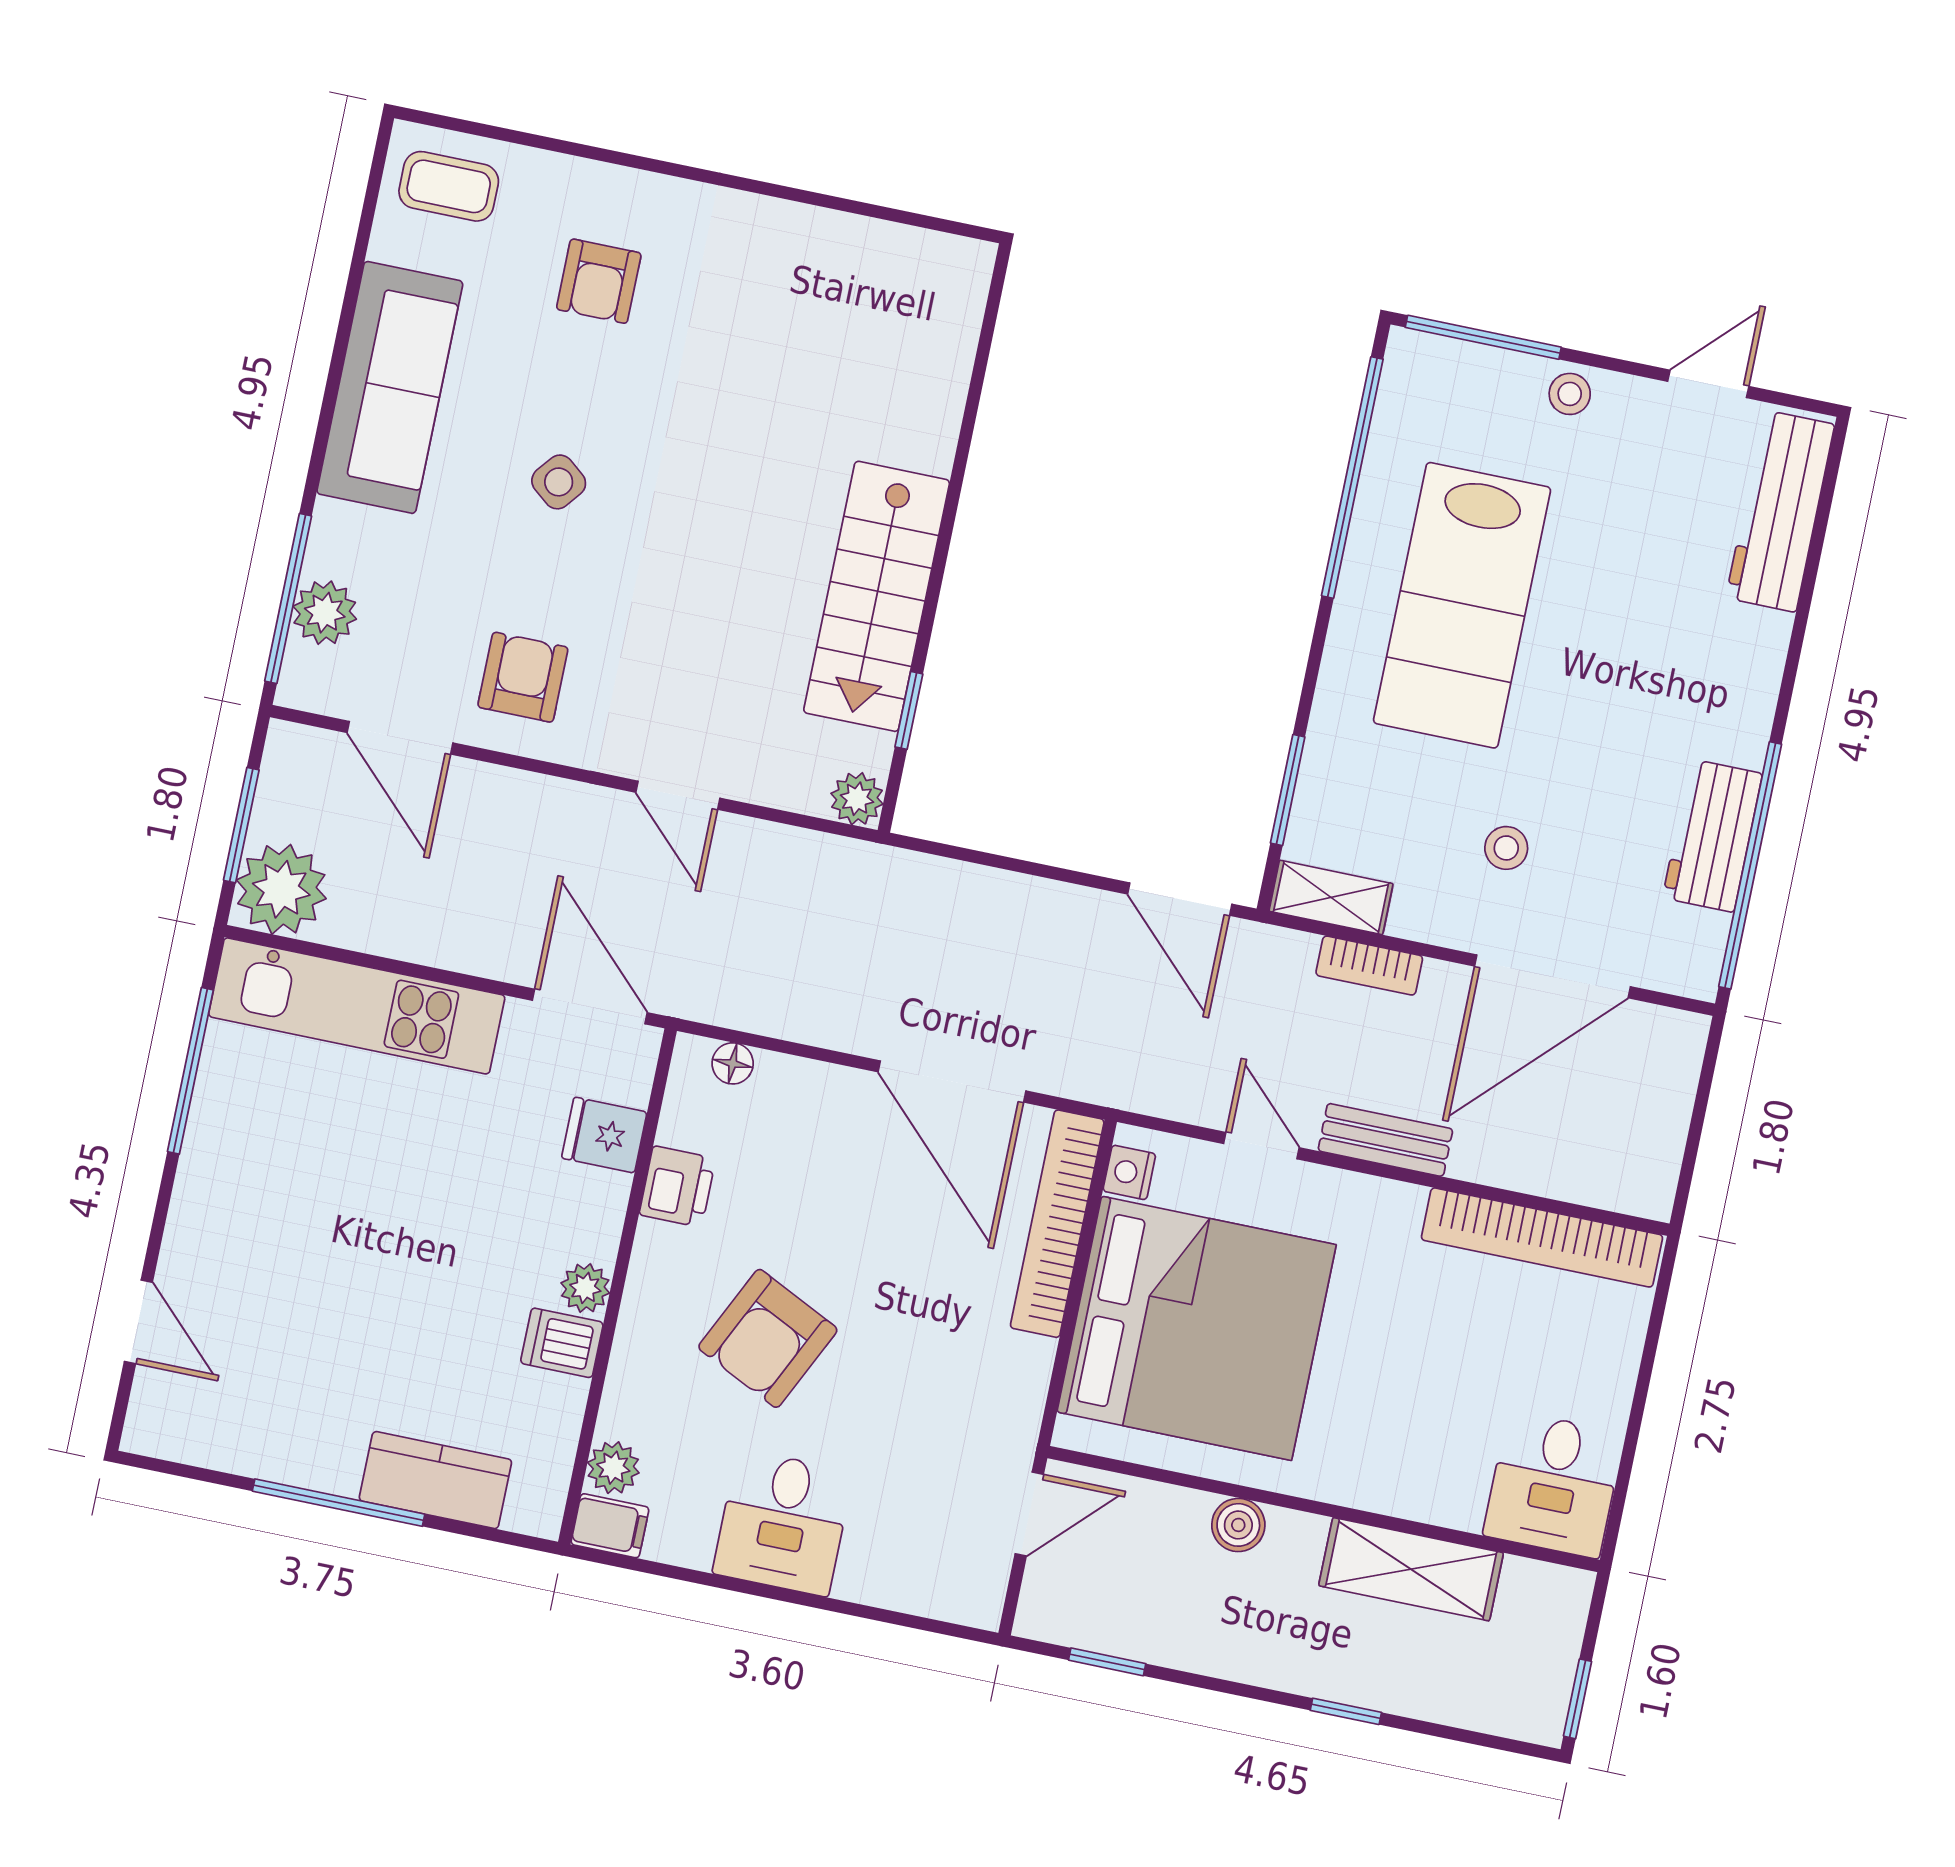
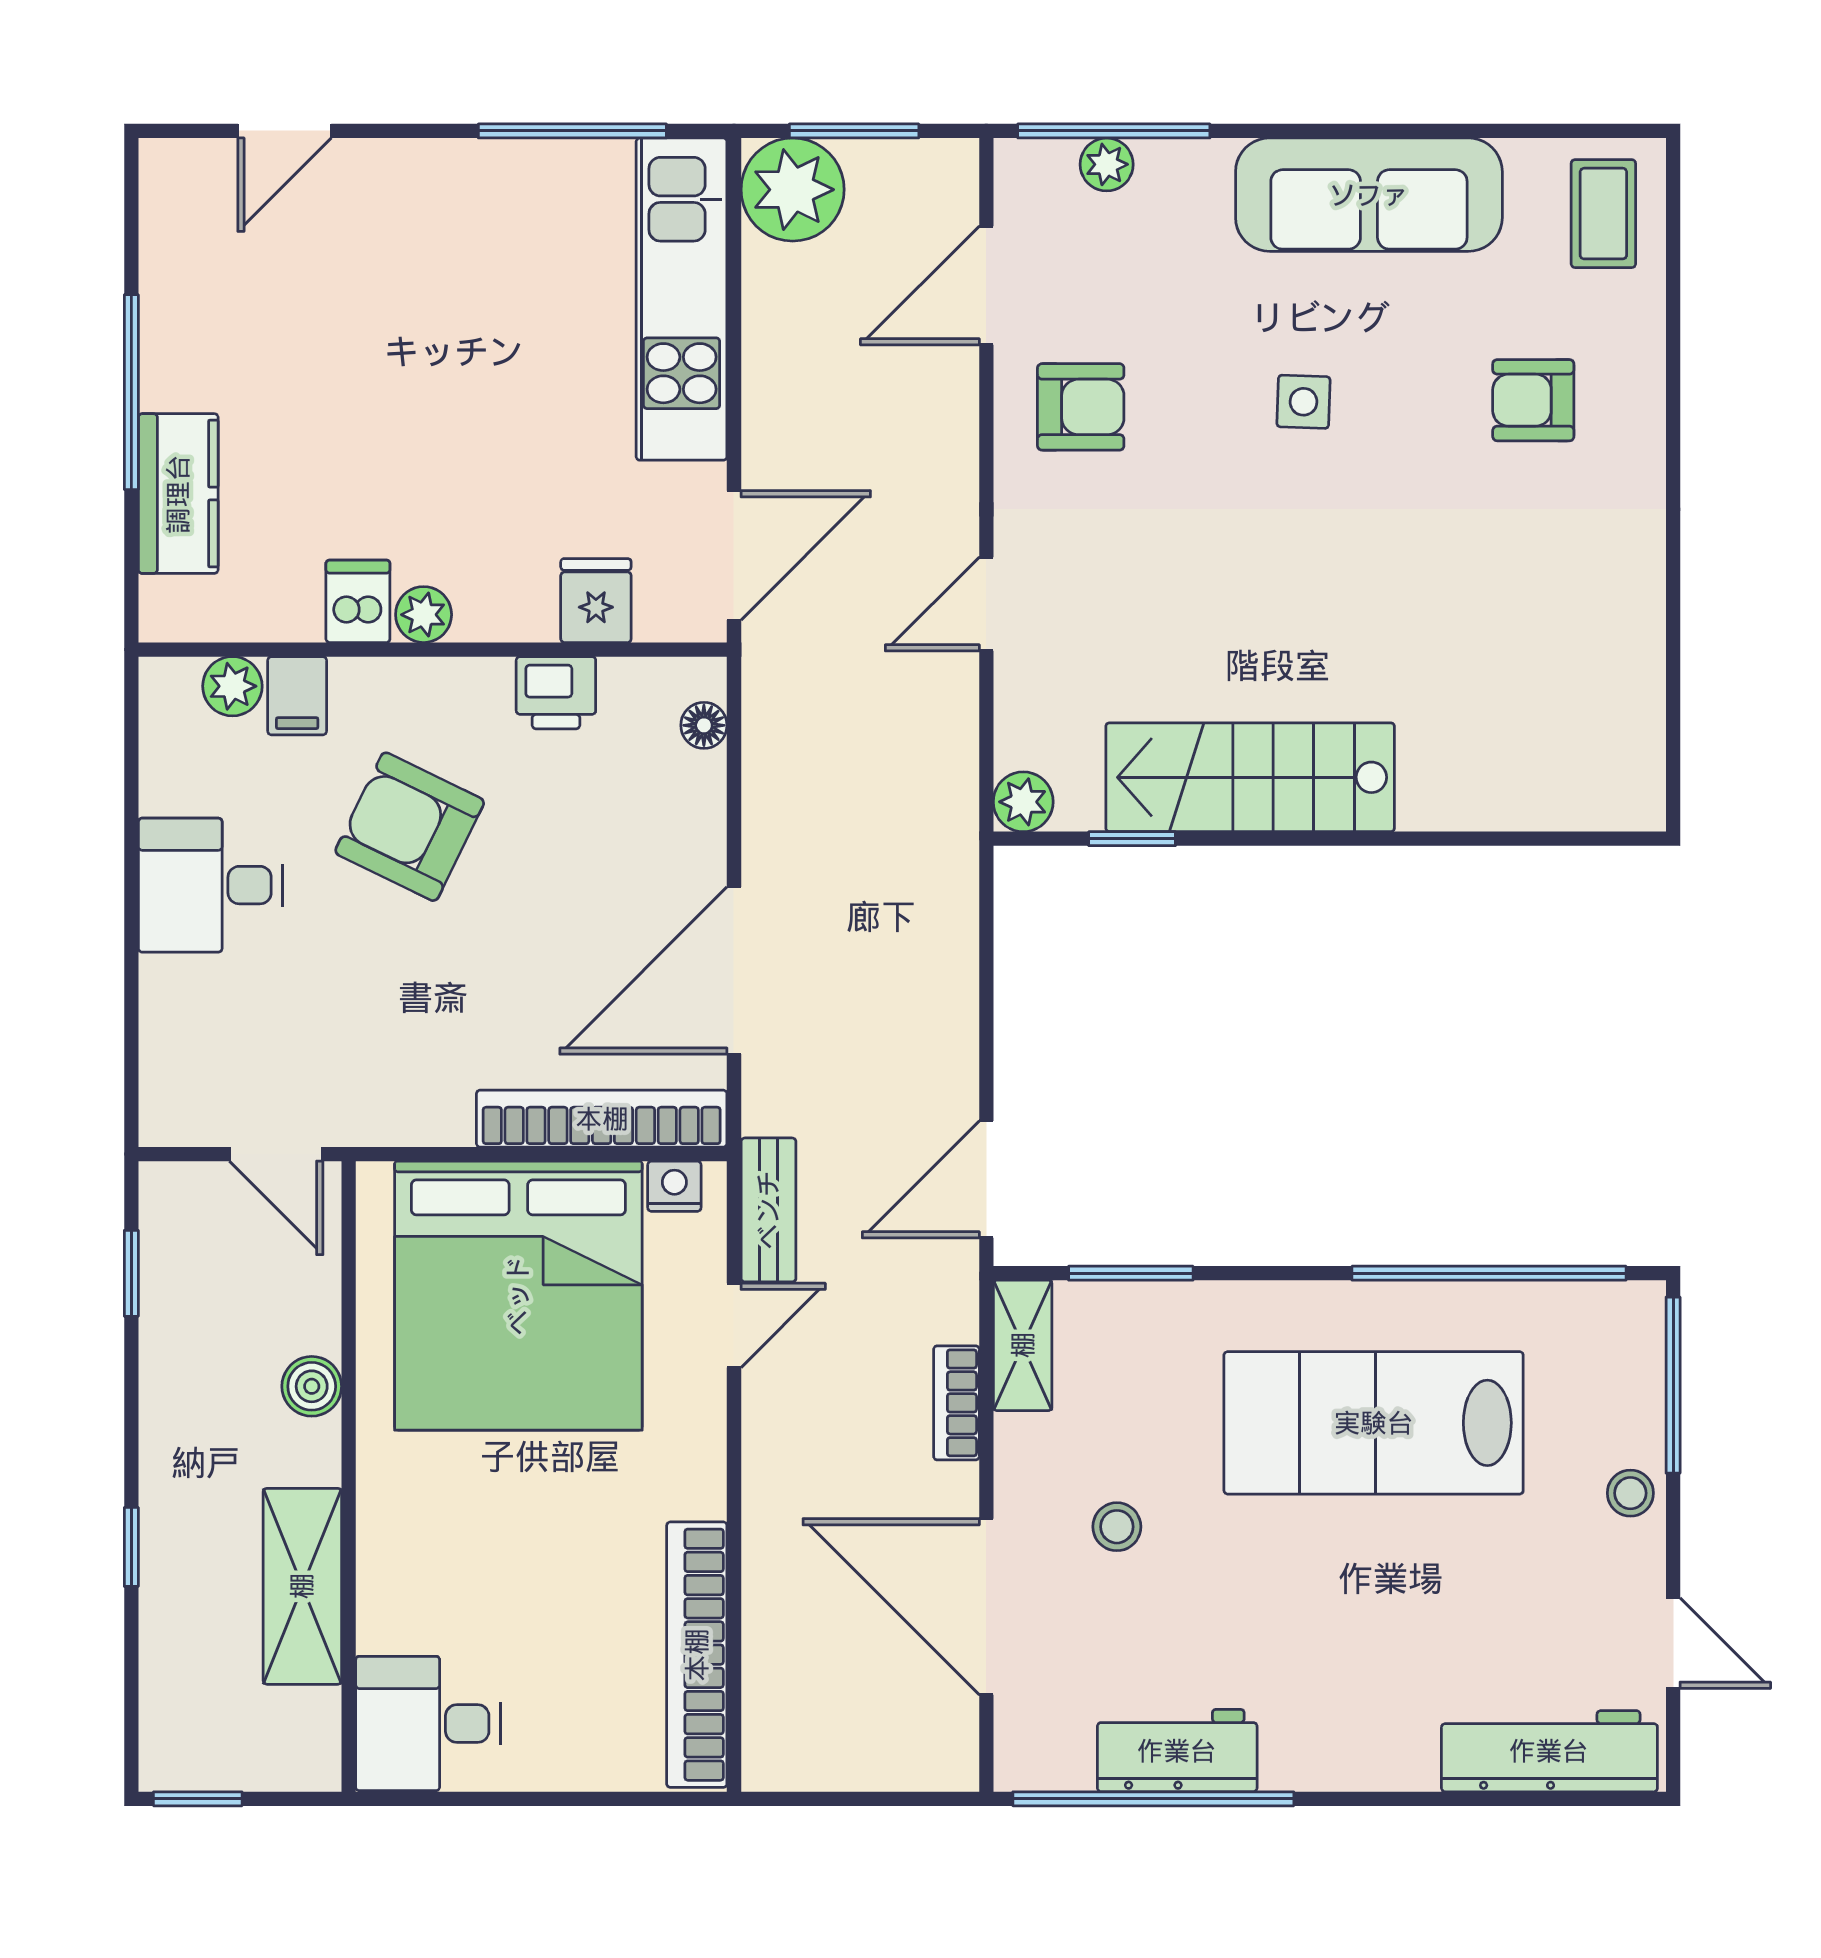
side table: (559, 482) -> (1303, 402), turned -37
plant: (325, 613) -> (1107, 164), width x0.73, depth x0.73
bench: (1385, 1140) -> (768, 1210), moved
filing cabinet: (610, 1526) -> (297, 696), moved

